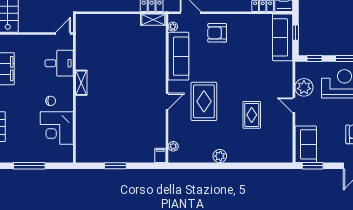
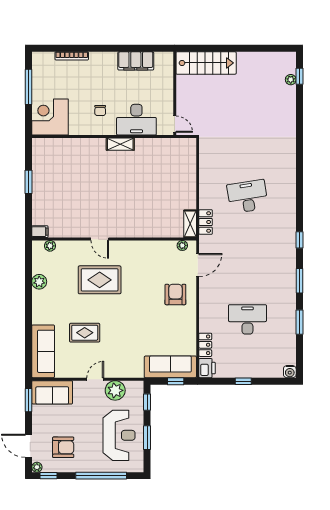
sofa: (178, 56) -> (43, 351), moved, turned -90
desk: (59, 63) -> (136, 120), width x1.37
corner desk: (57, 128) -> (50, 117), moved
plant: (220, 156) -> (39, 282), moved

